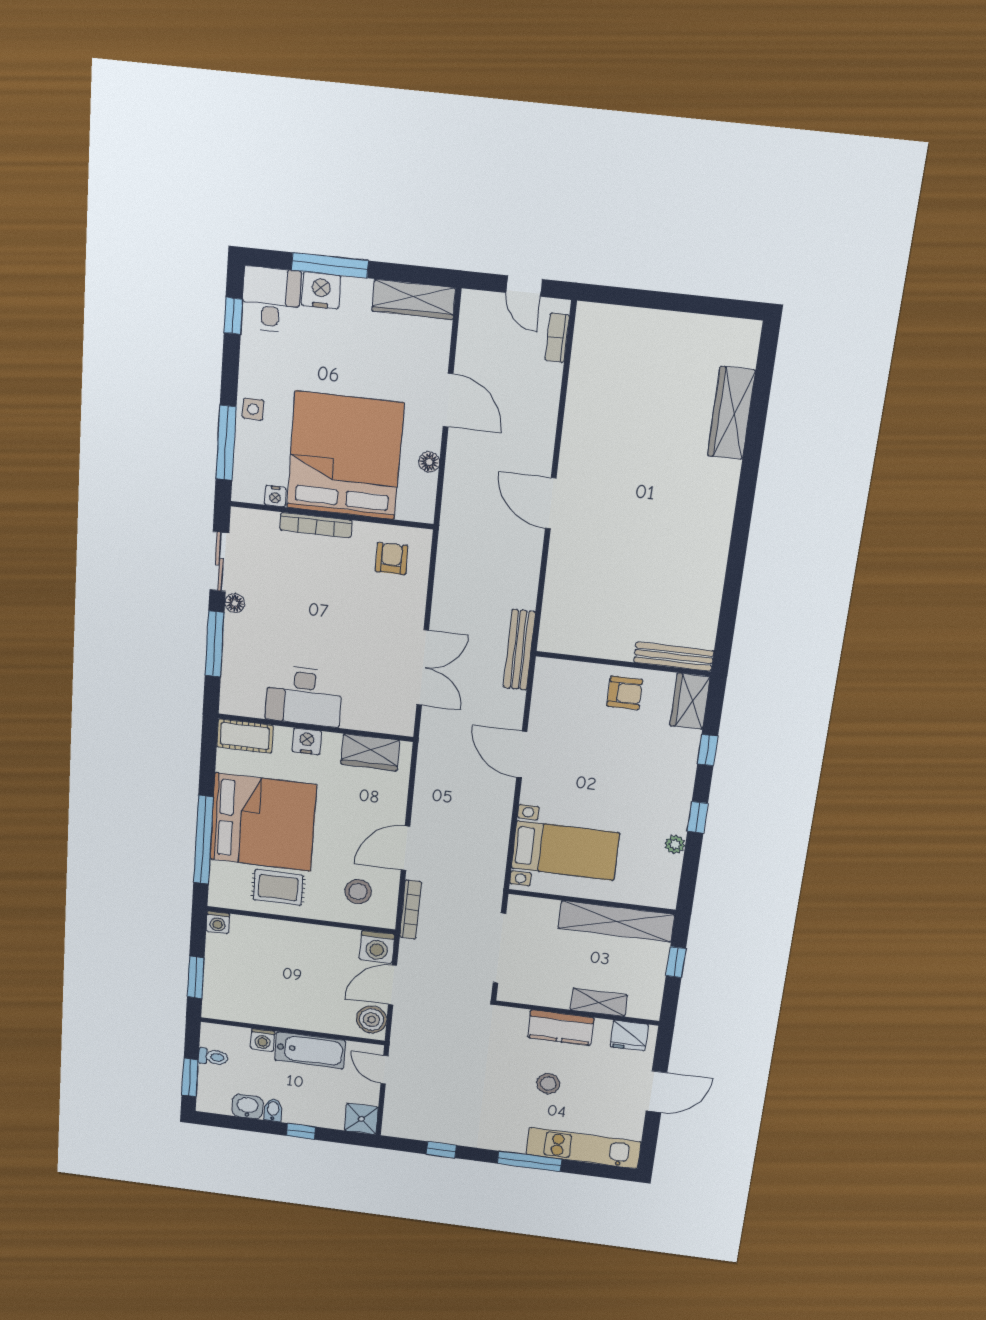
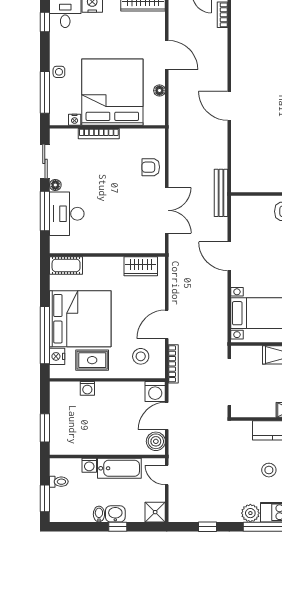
armchair: (392, 559) -> (151, 167), moved, turned -90
desk: (304, 696) -> (67, 214), moved, turned 90
nightstand: (307, 741) -> (57, 356), moved, turned -90
washing machine: (218, 922) -> (87, 388), moved
washbasin: (247, 1106) -> (115, 514), moved
plant: (511, 1140) -> (250, 513), added

